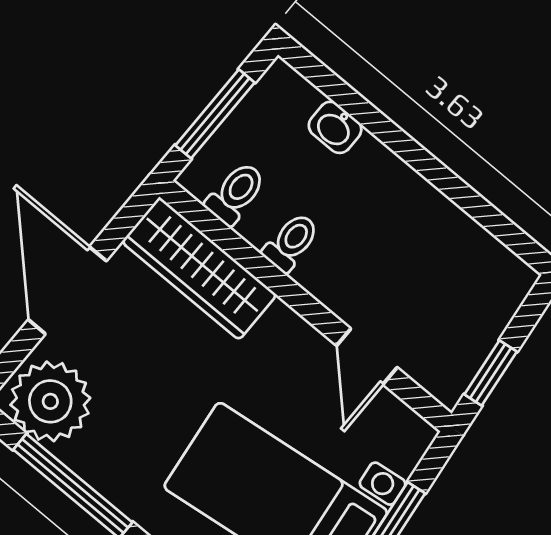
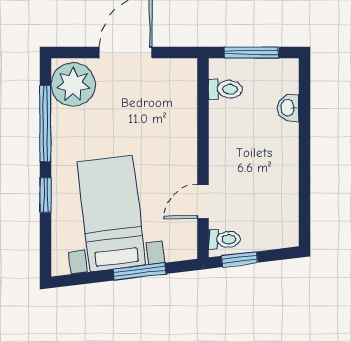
toilet: (291, 242) -> (224, 239), moved
wardrobe: (199, 268) -> (181, 100), removed

